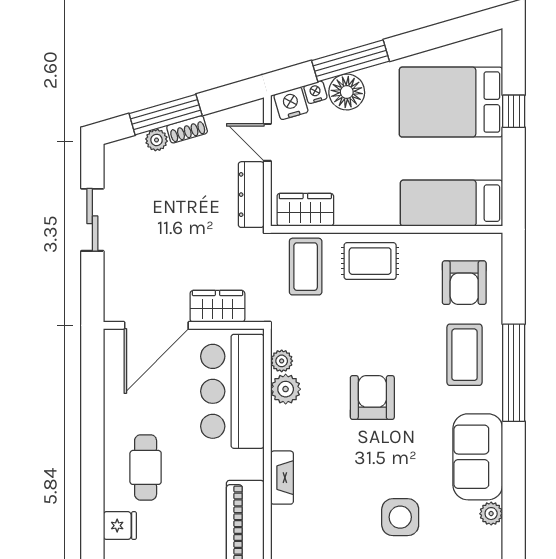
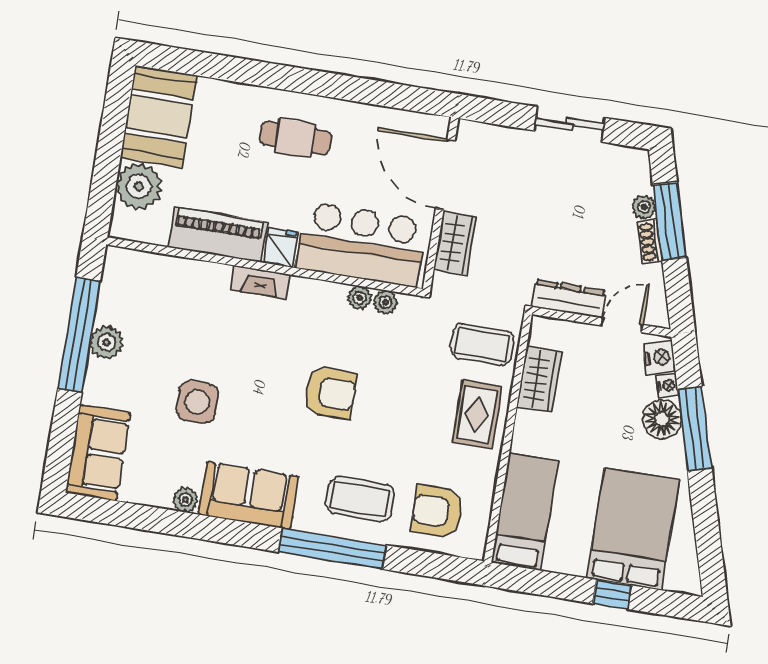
wardrobe: (305, 210) -> (539, 380), moved
plant: (286, 389) -> (360, 298), width x0.73, depth x0.73
fridge: (120, 526) -> (281, 248), moved, turned 180

